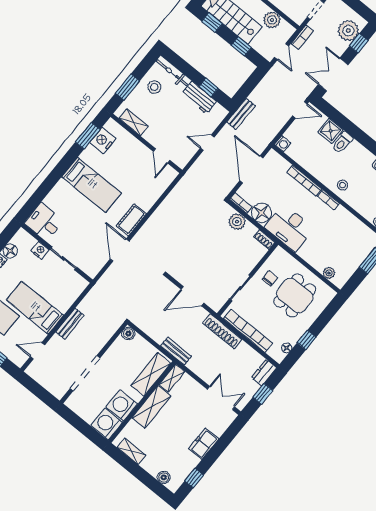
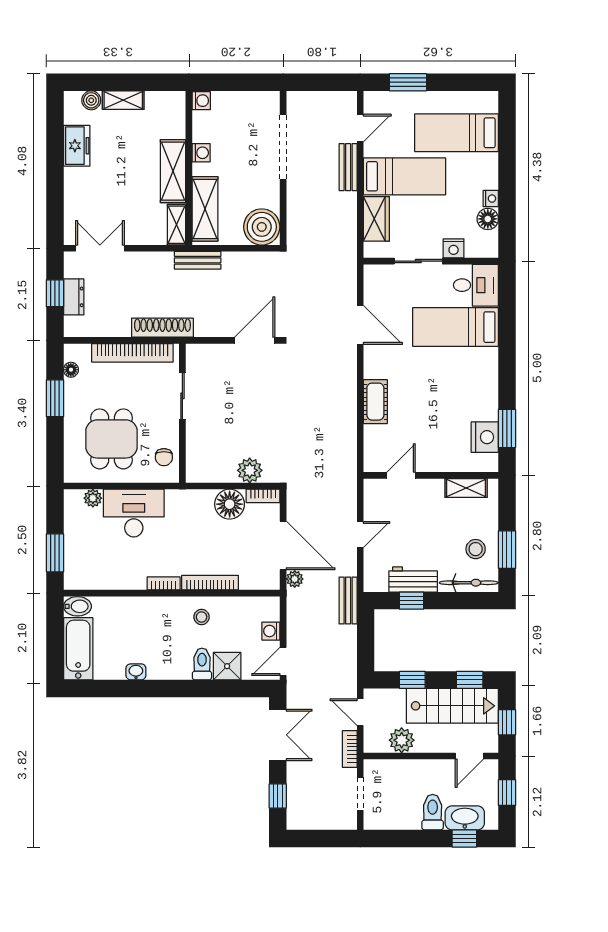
plant: (348, 31) -> (295, 579), moved, width x0.53, depth x0.53
window: (127, 87) -> (507, 550), moved
washing machine: (283, 144) -> (271, 631), moved
door: (162, 156) -> (401, 475), hinge flipped
bed: (92, 185) -> (456, 327), moved
stool: (343, 185) -> (202, 617), moved
cot: (131, 220) -> (375, 402), moved
desk: (289, 228) -> (134, 513), moved
shoe rack: (264, 240) -> (201, 475), removed
chair: (270, 278) -> (164, 457), moved
door: (192, 296) -> (255, 340), moved
wardrobe: (67, 298) -> (376, 219), added
bench: (70, 324) -> (348, 167), moved
boiler: (128, 334) -> (262, 227), width x1.86, depth x1.86
window: (307, 340) -> (55, 398), width x1.50
dresser: (264, 373) -> (74, 297), moved
double door: (221, 398) -> (100, 248), swing flipped
washing machine: (122, 405) -> (201, 153), width x0.53, depth x0.53
washing machine: (107, 424) -> (201, 101), width x0.53, depth x0.53
freezer: (204, 444) -> (77, 146), moved
shelving: (131, 451) -> (123, 100), moved
window: (194, 478) -> (55, 129), removed

